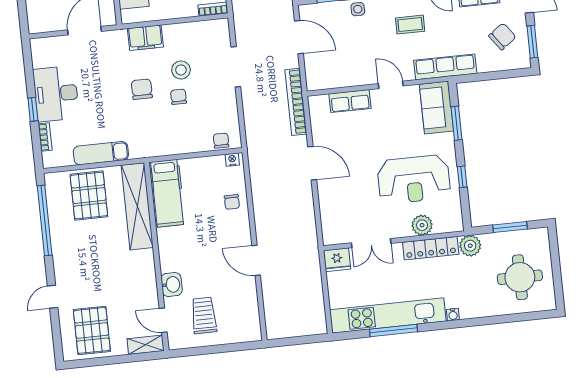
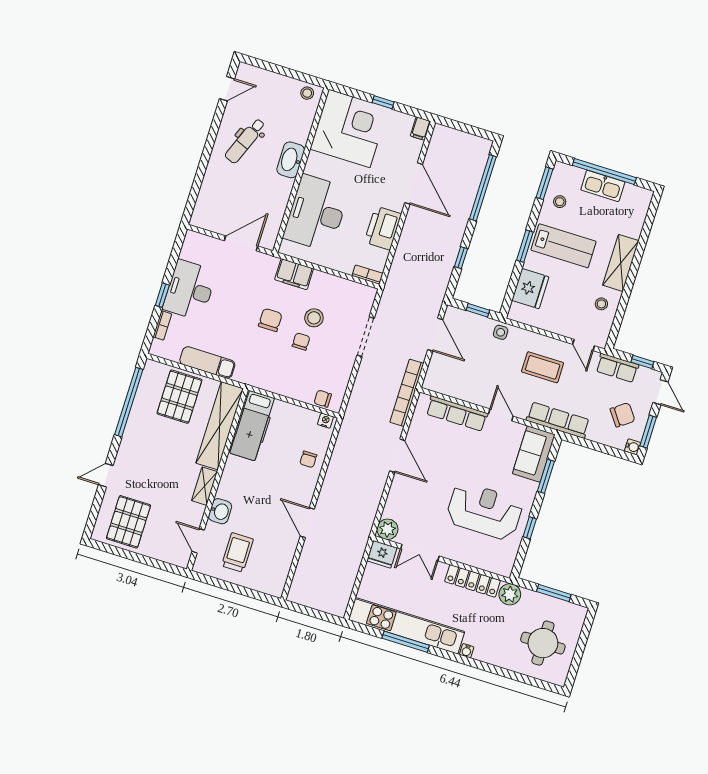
coffee table: (410, 25) -> (543, 367), width x1.36, depth x1.30
water cooler: (524, 62) -> (633, 447), added
row of seats: (350, 101) -> (457, 414), width x1.48
chair: (221, 141) -> (323, 399), turned -90
reception desk: (414, 179) -> (484, 511), turned 180
plant: (422, 225) -> (387, 529), moved
shelving: (146, 345) -> (204, 486), moved, turned 90

